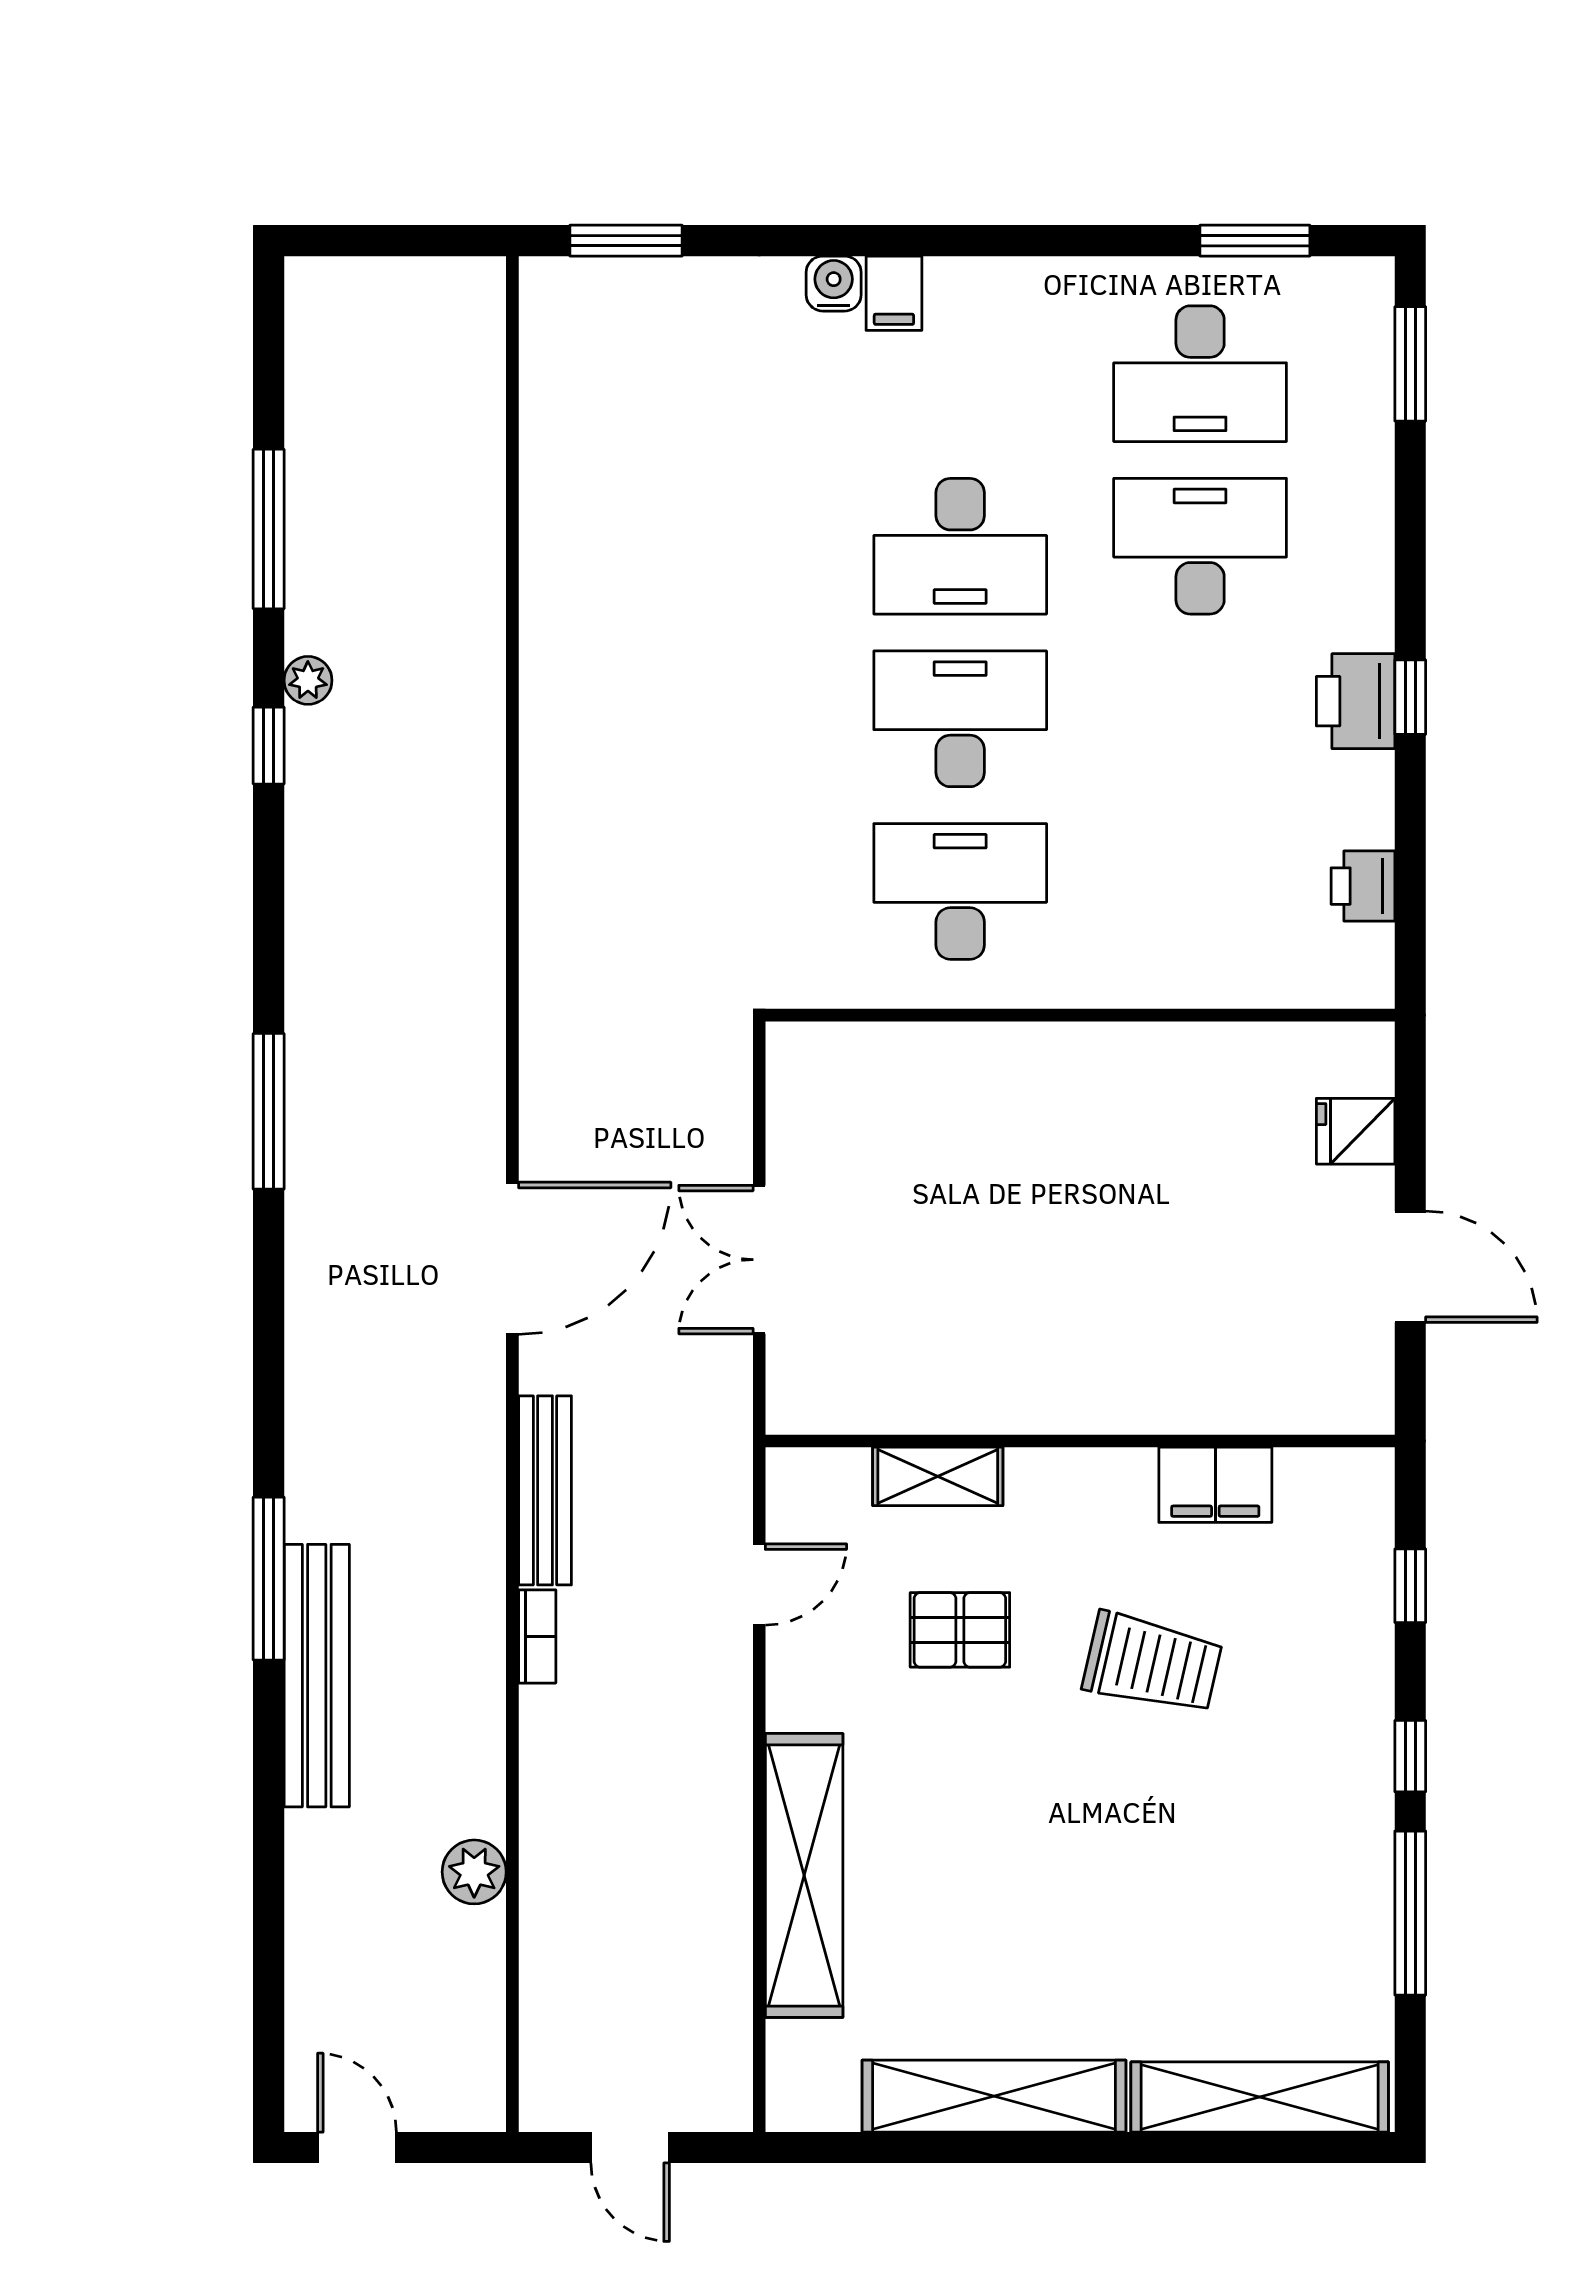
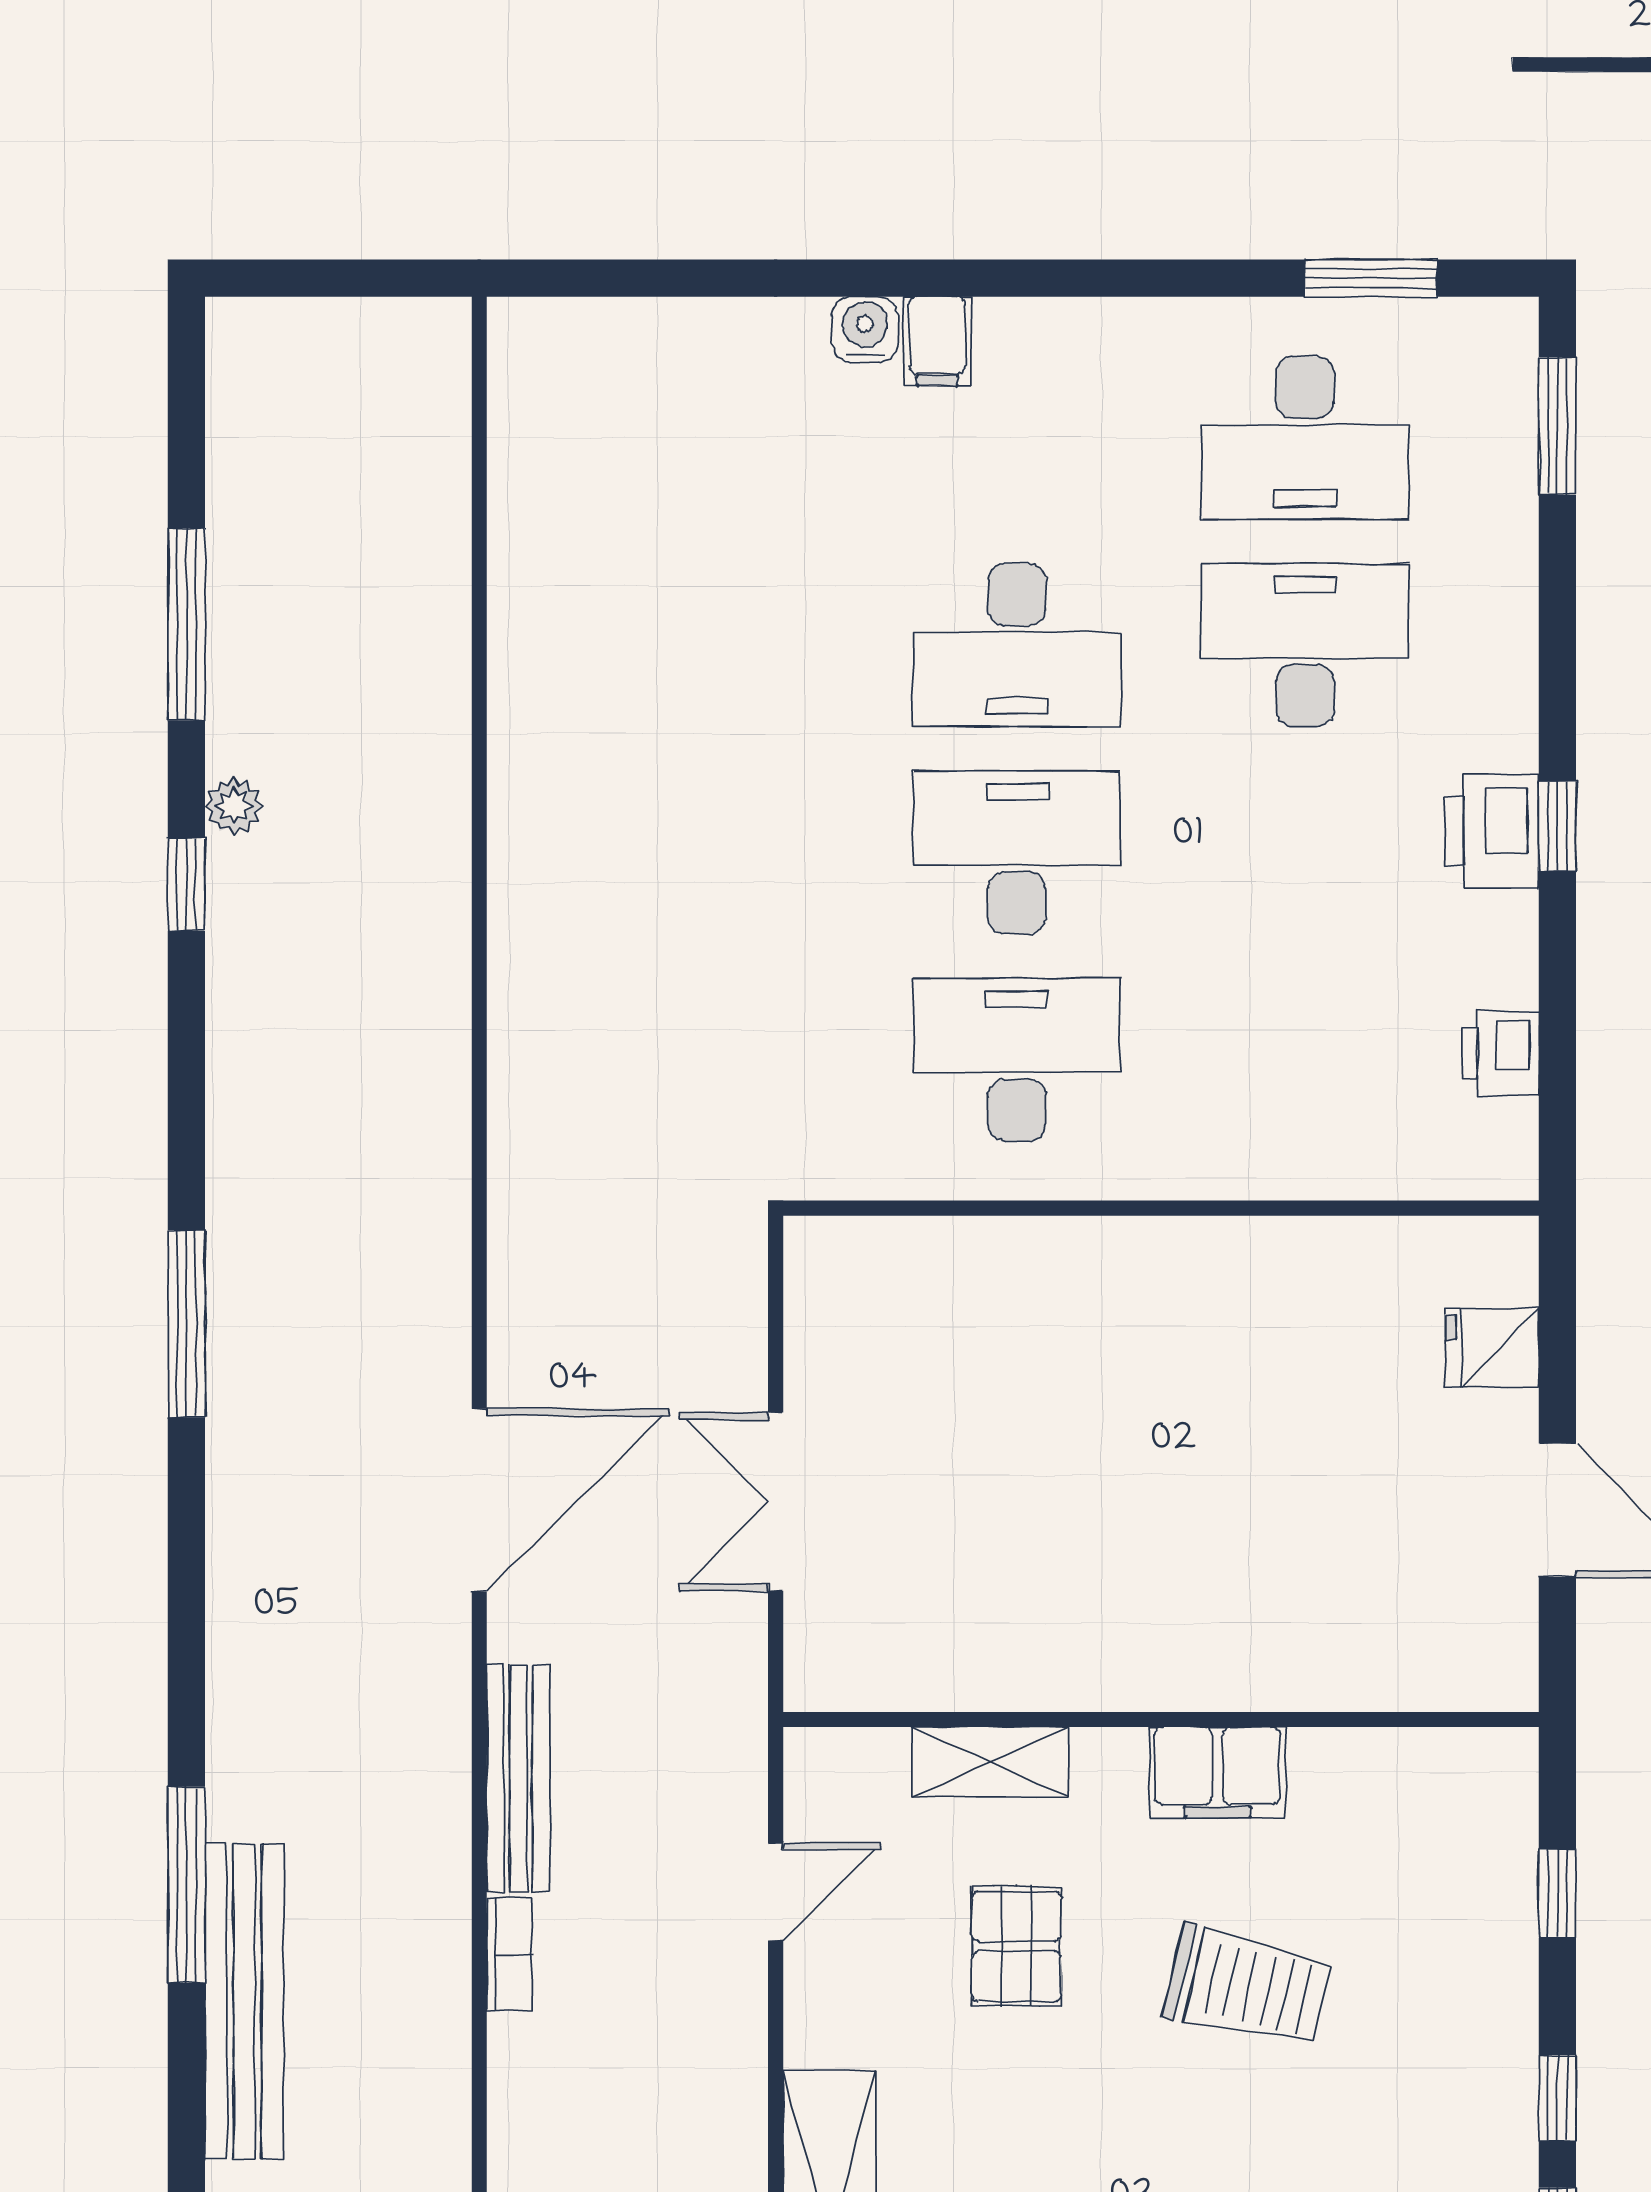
window: (626, 241) -> (616, 278), removed
filing cabinet: (1215, 1485) -> (1217, 1772), moved
pallet: (960, 1630) -> (1017, 1946), turned 90

